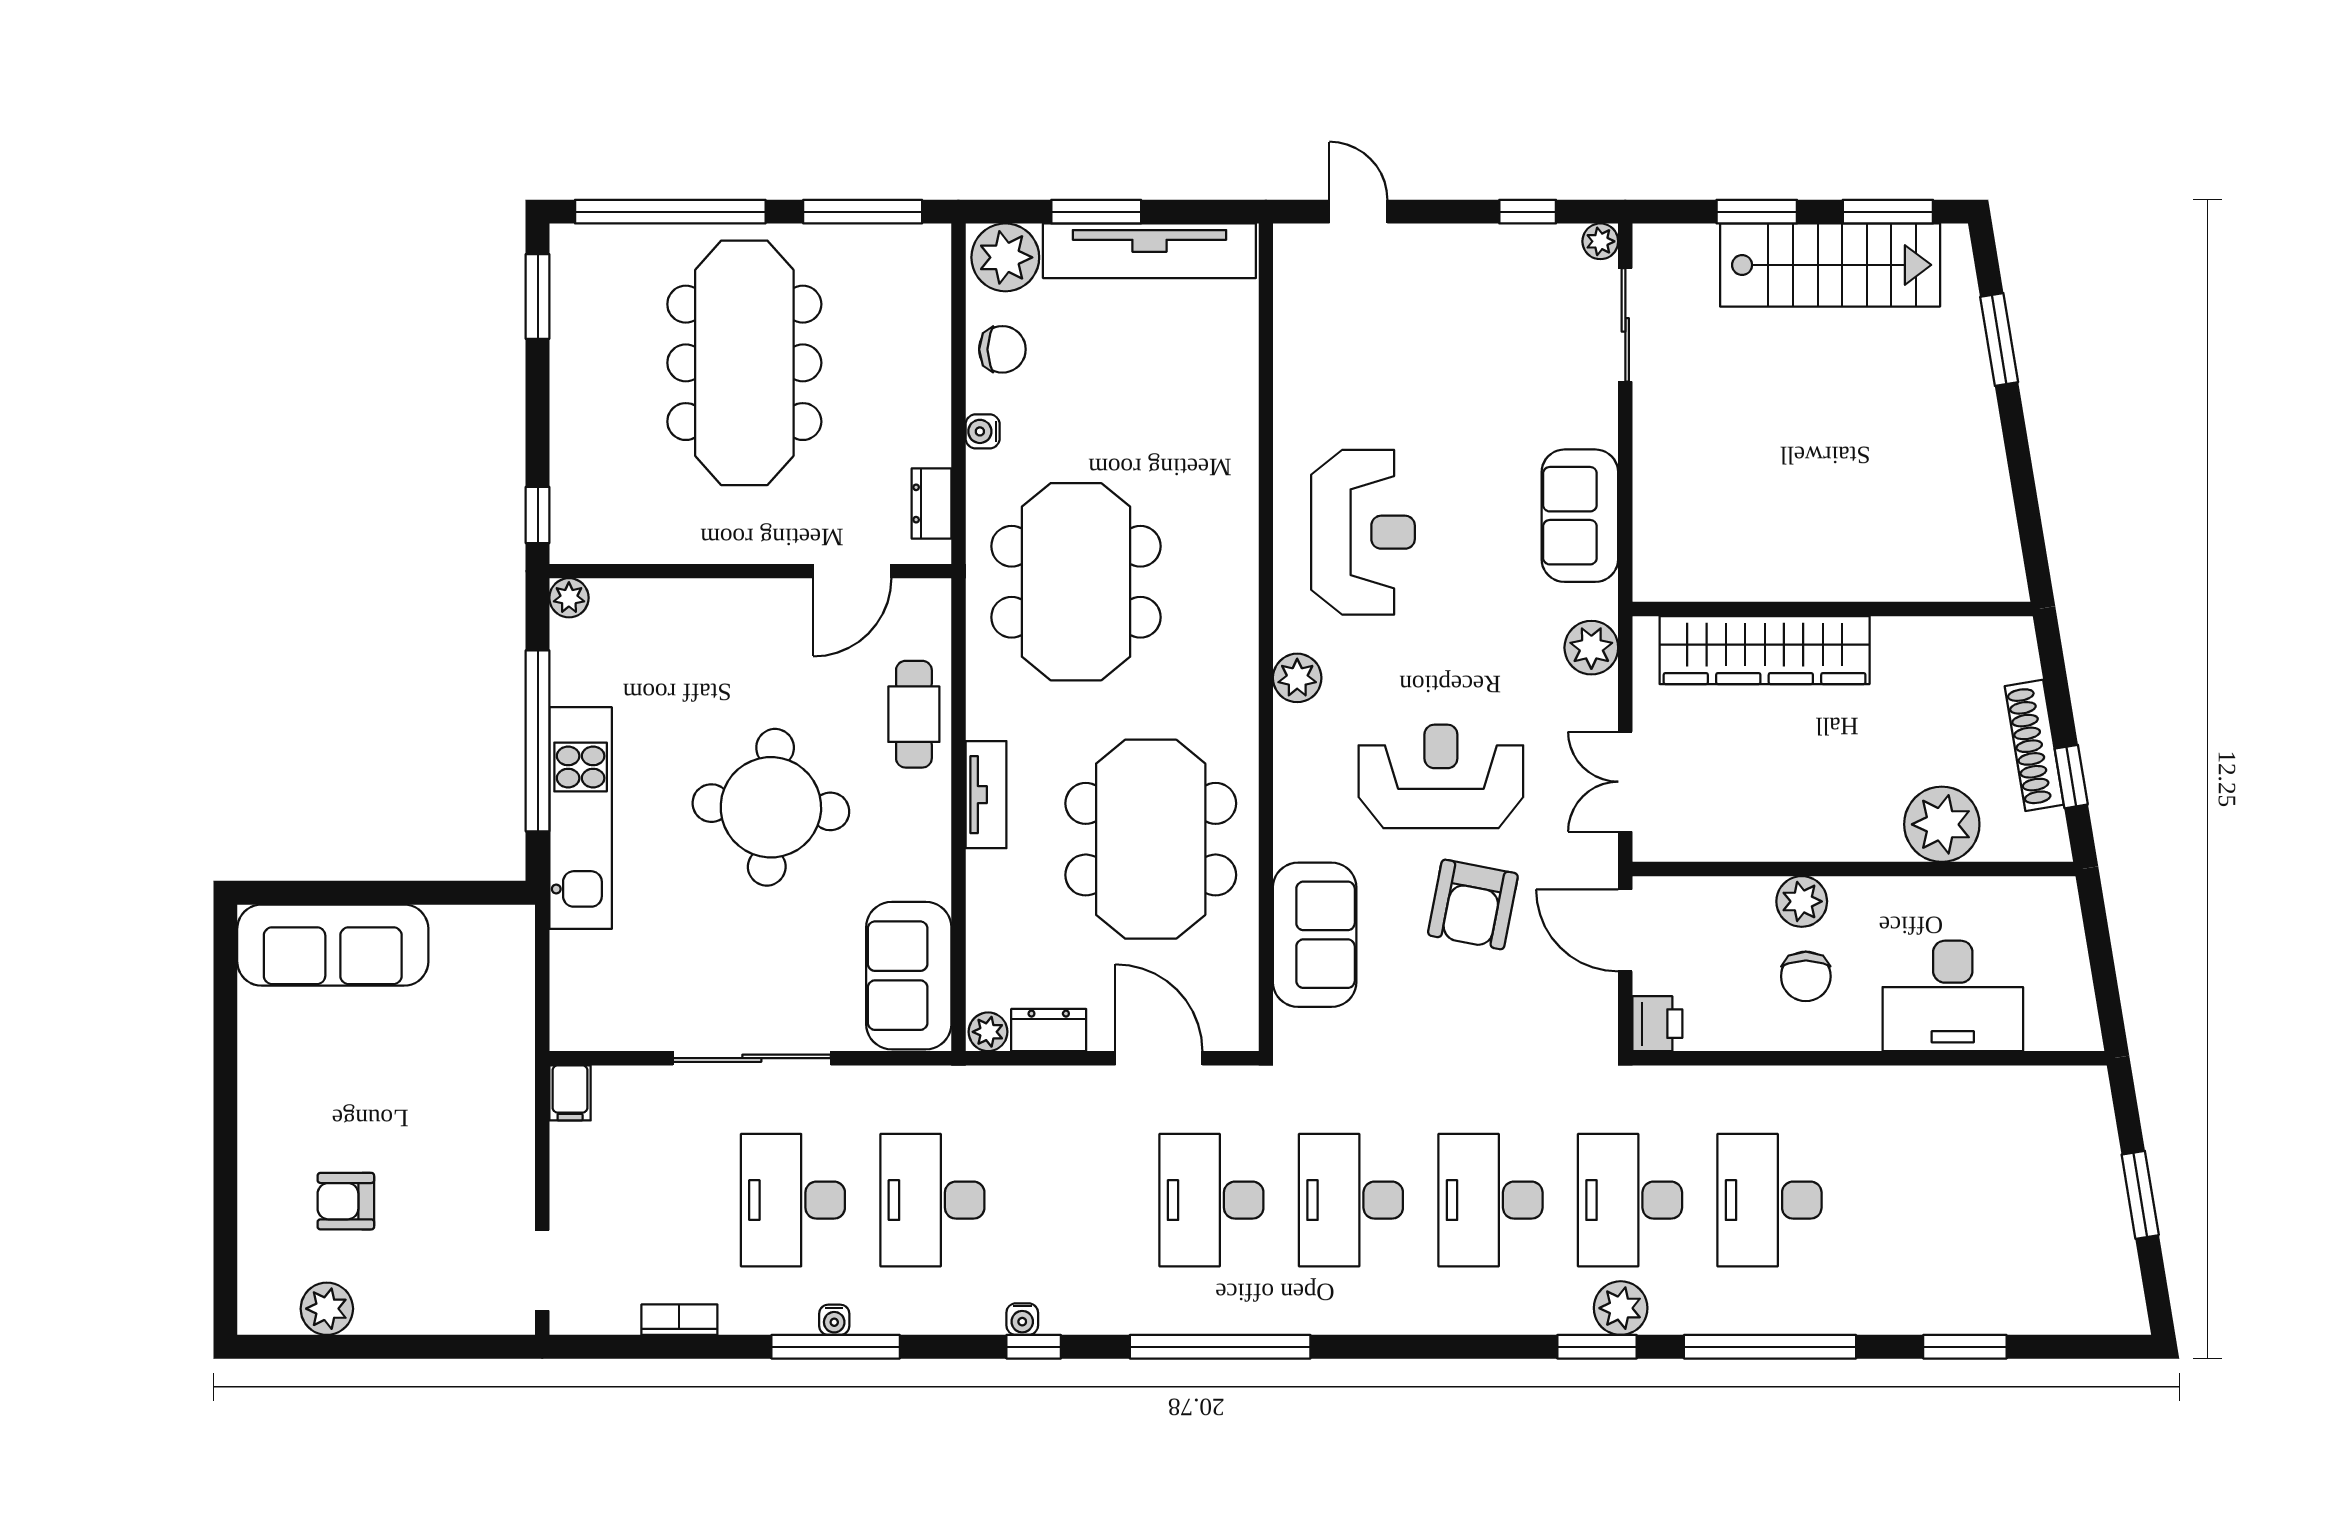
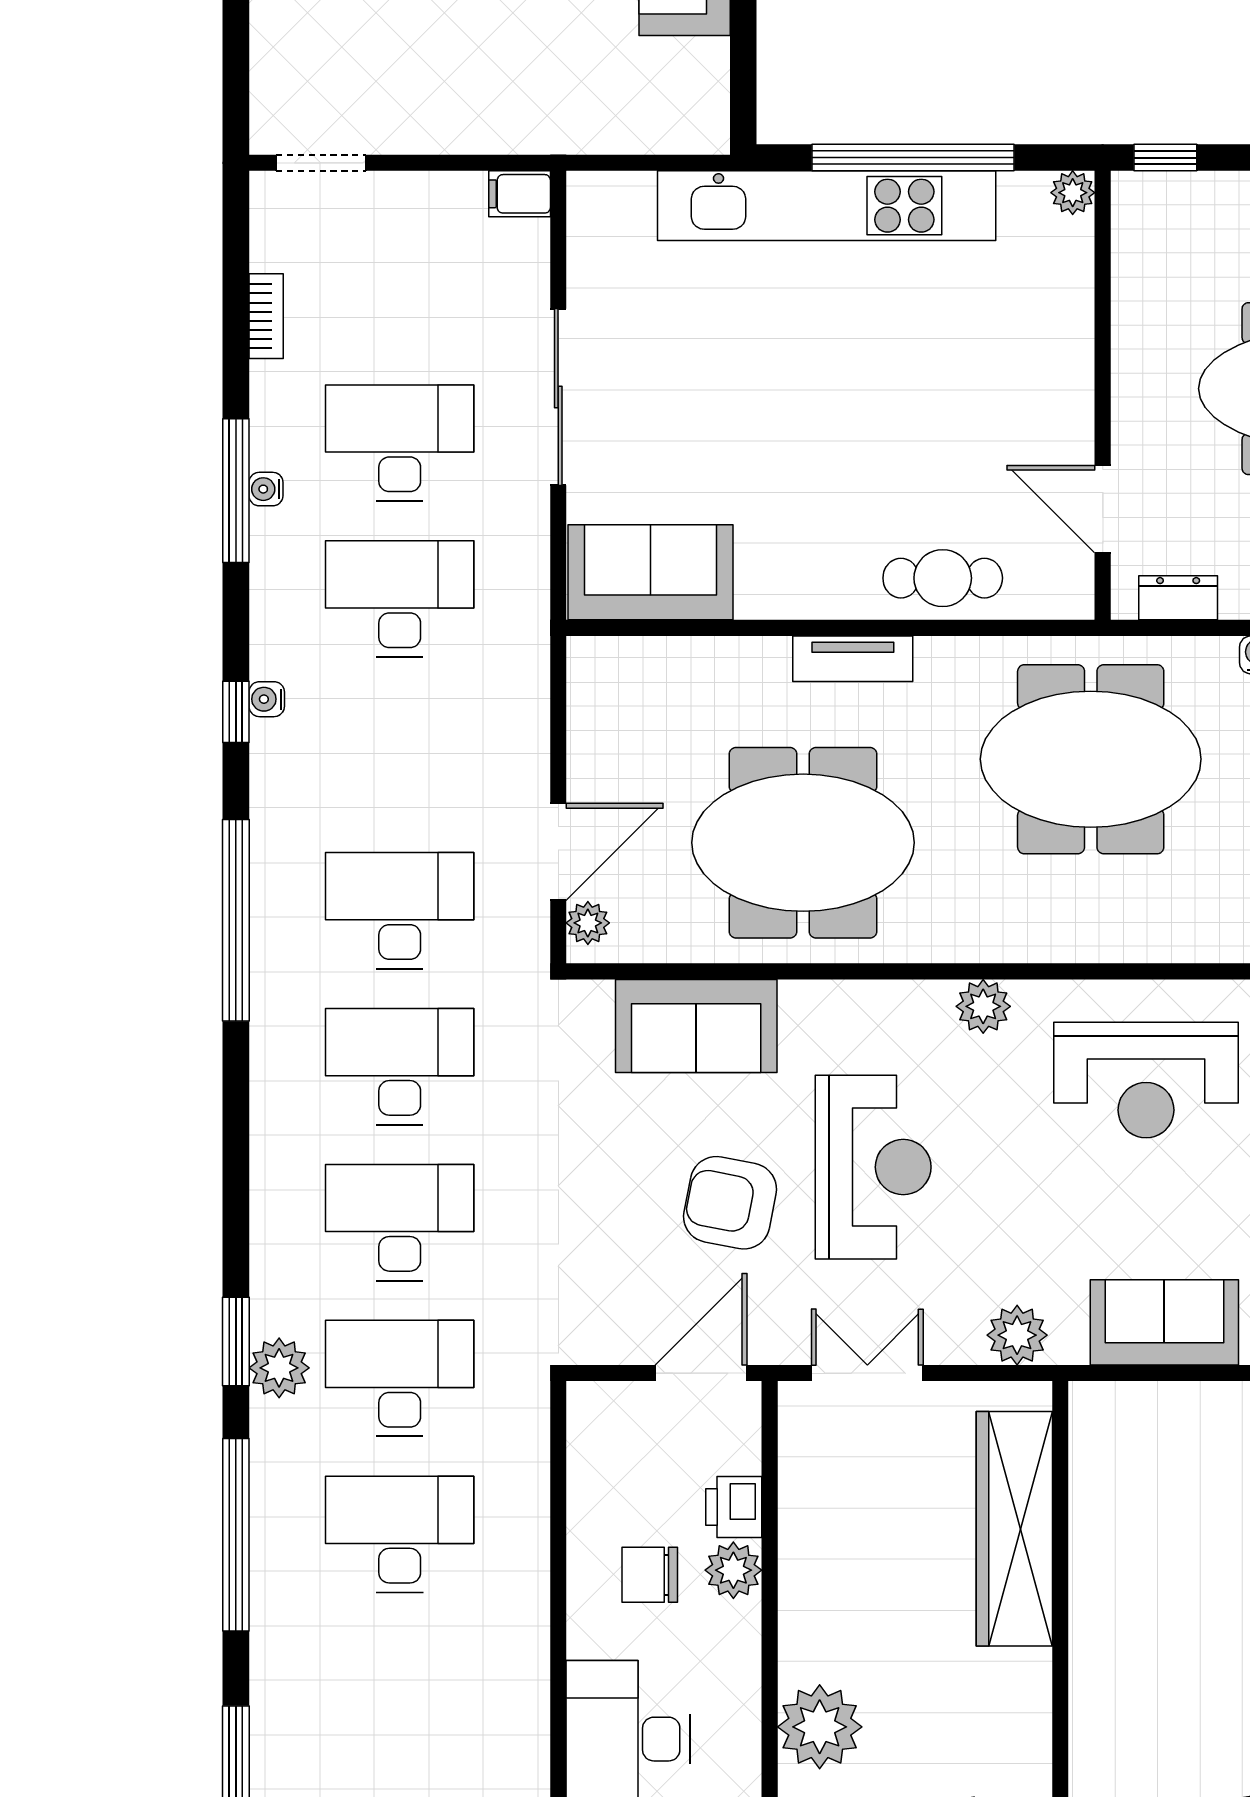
round table: (771, 807) -> (839, 418), removed
kitchen unit: (581, 818) -> (827, 206), width x1.36
printer: (1657, 1024) -> (734, 1507), moved, turned 90
dresser: (1049, 1030) -> (590, 729), removed
plant: (988, 1032) -> (588, 923), moved

